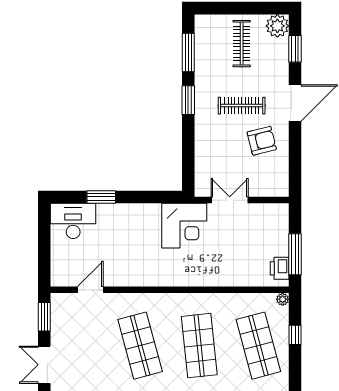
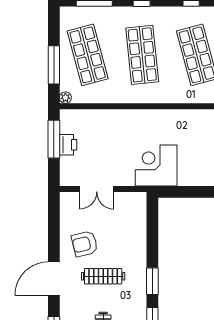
double door: (230, 200) -> (97, 189), moved
printer: (280, 268) -> (68, 145), moved
window: (295, 335) -> (54, 65), width x2.17

